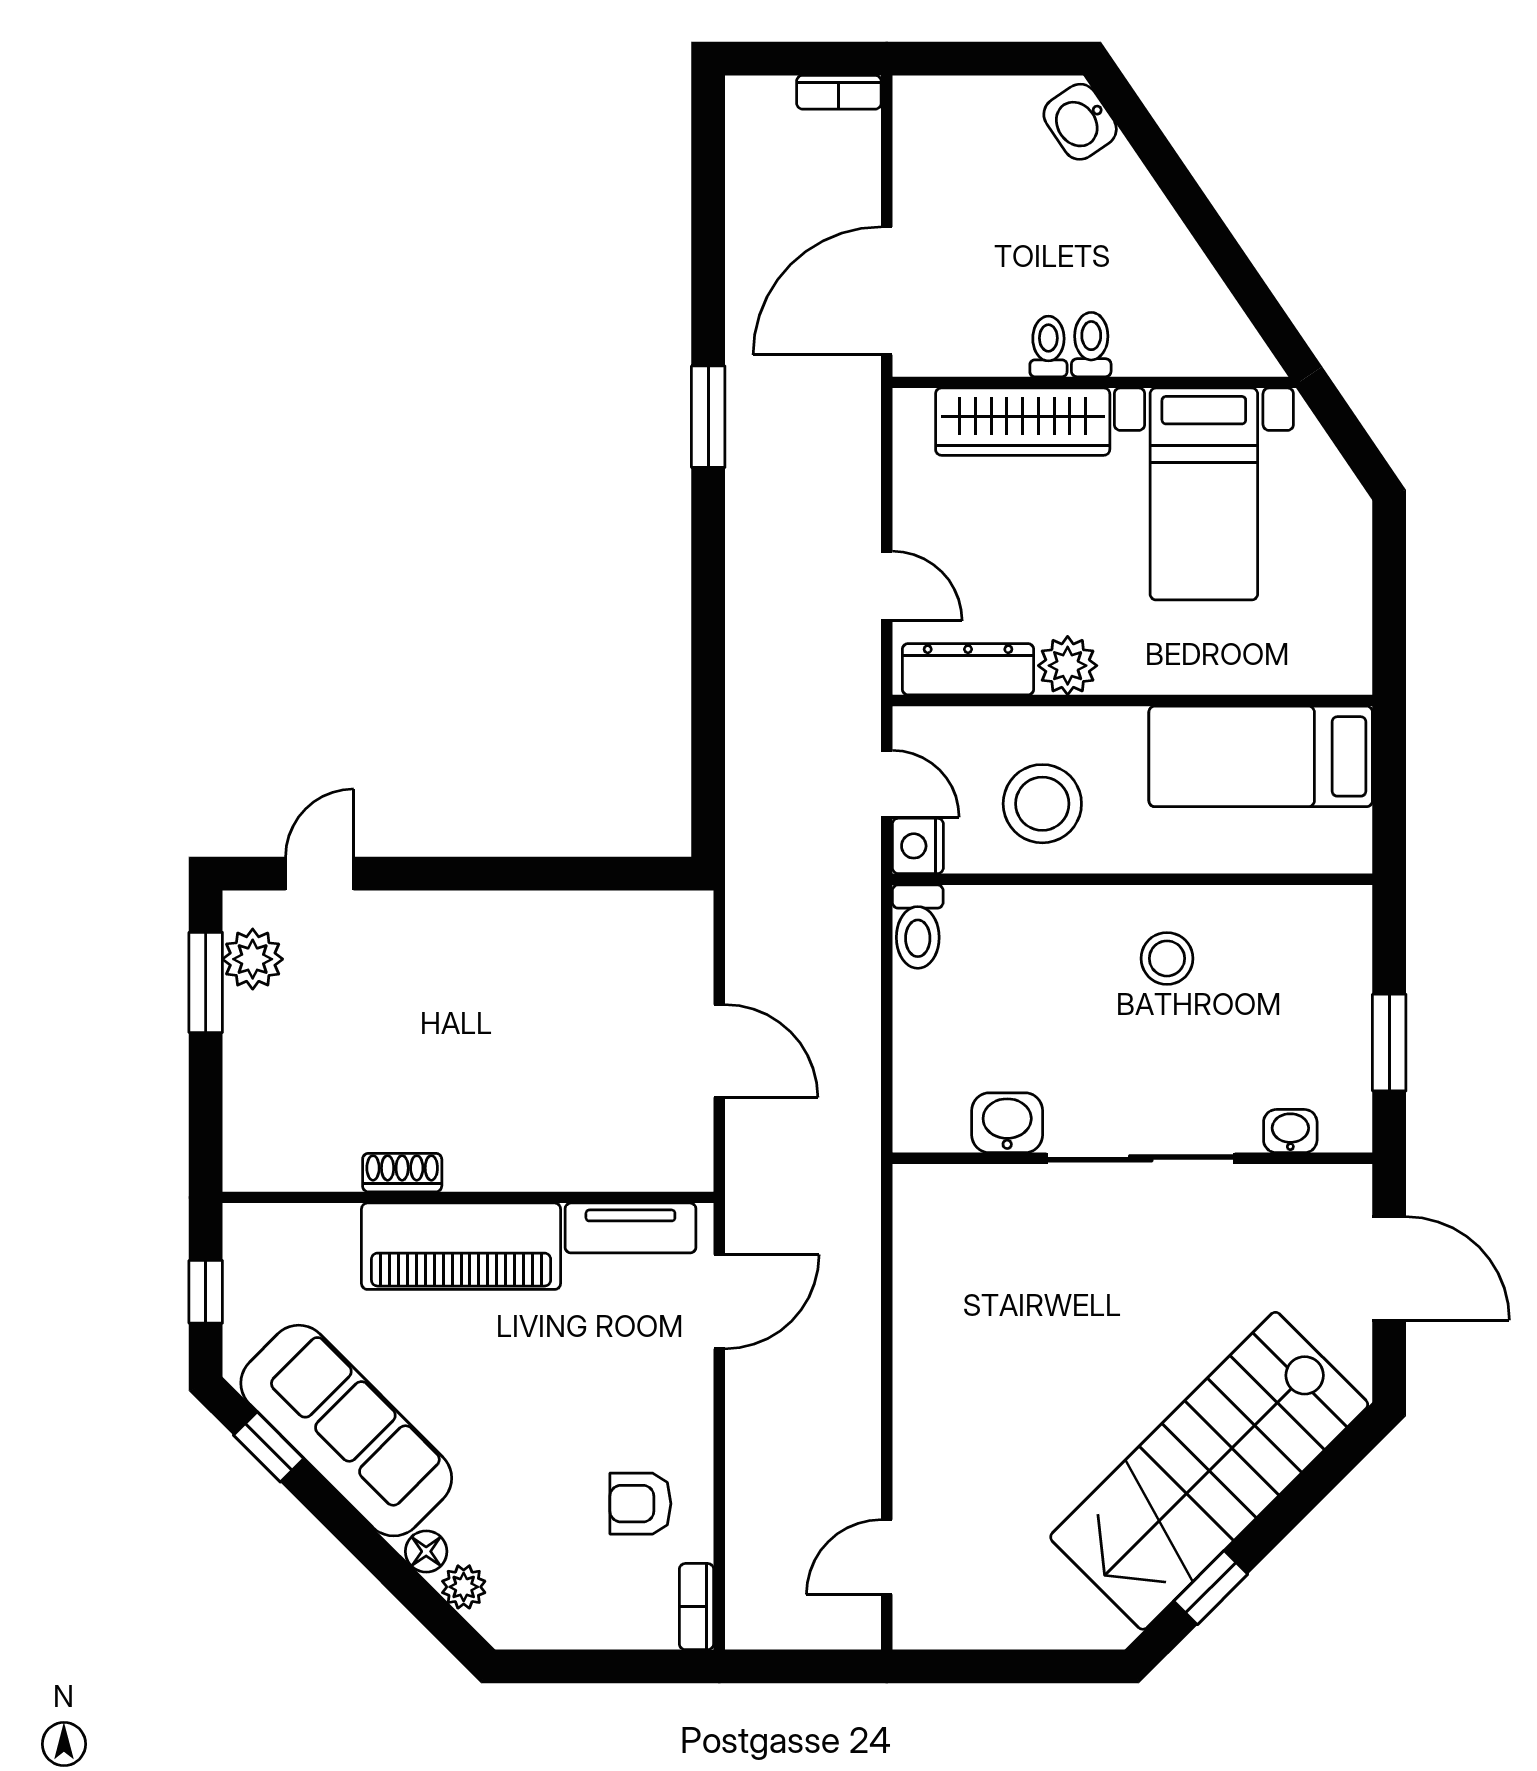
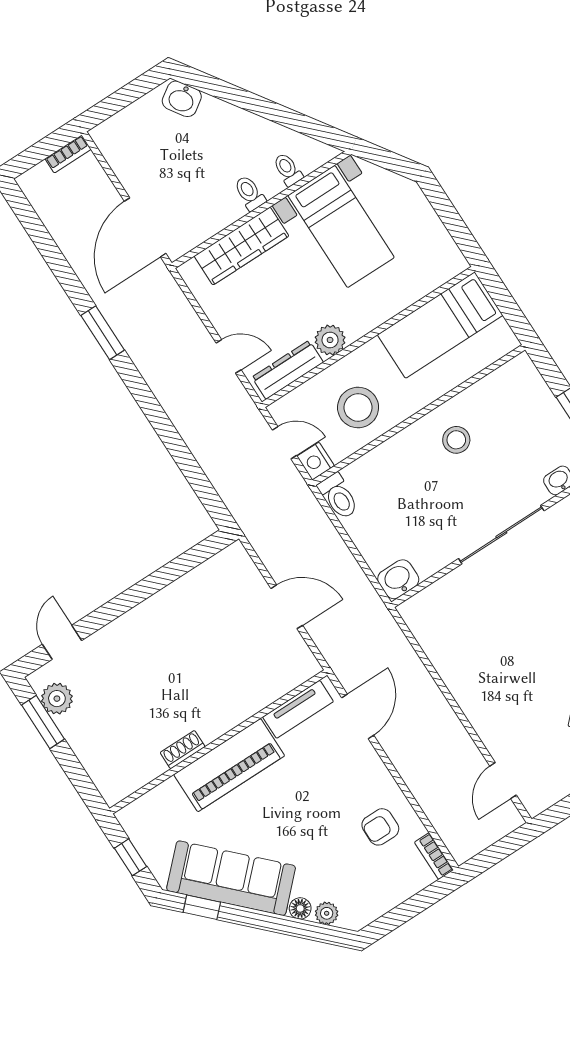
toilet: (1048, 346) -> (288, 170), moved
washbasin: (1007, 1123) -> (398, 579), moved

